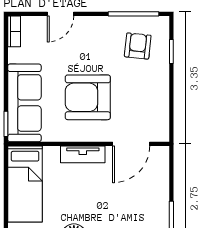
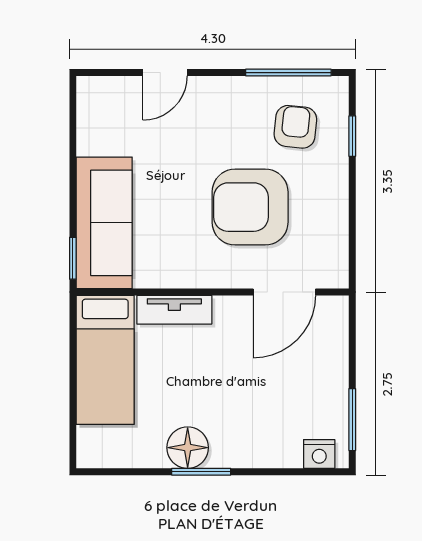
bookcase: (14, 31) -> (87, 102), removed
armchair: (88, 97) -> (250, 207), moved
tv unit: (83, 154) -> (174, 310), moved

